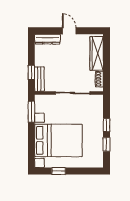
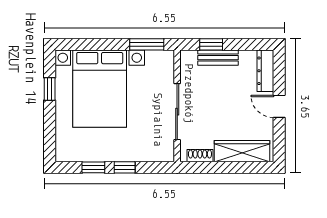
door: (69, 31) -> (279, 106), swing flipped
bench: (39, 79) -> (218, 58), moved

